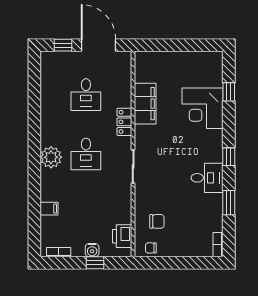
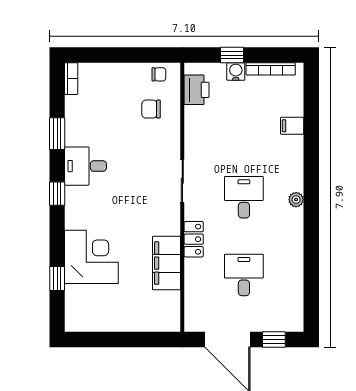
plant: (51, 157) -> (296, 200), width x0.53, depth x0.53
bookcase: (59, 252) -> (271, 69), width x1.56

